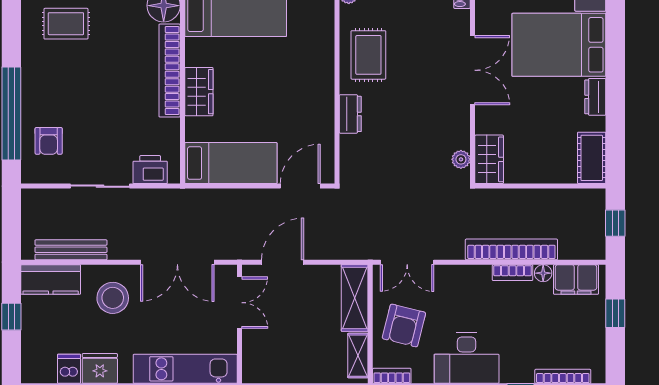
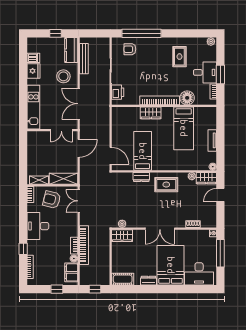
bed: (231, 163) -> (143, 151), moved, turned 180
door: (283, 262) -> (79, 148), hinge flipped

